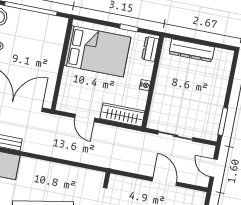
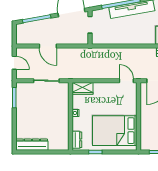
dresser: (192, 50) -> (32, 145), moved
wardrobe: (122, 115) -> (82, 88), width x0.67
door: (85, 118) -> (126, 81), moved

